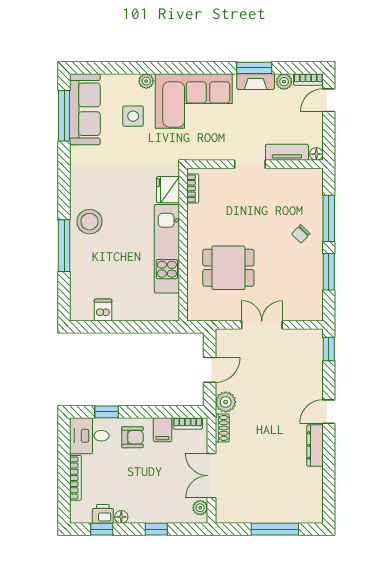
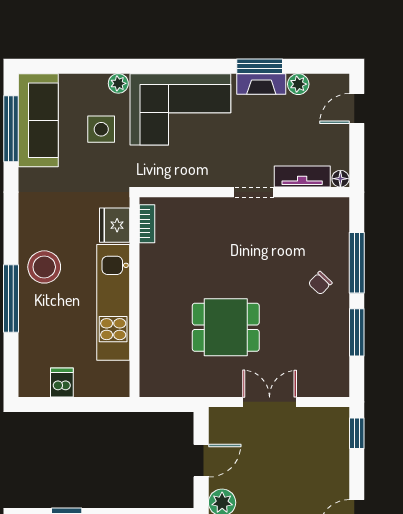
bookcase: (308, 79) -> (330, 81), removed
bookcase: (193, 188) -> (147, 224), moved
fridge: (168, 190) -> (115, 225), moved
wall: (183, 245) -> (134, 297), moved
kitchen unit: (167, 249) -> (113, 302), moved

